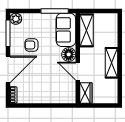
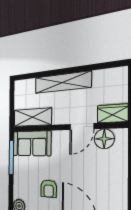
floor lamp: (69, 54) -> (104, 139), moved
shelving: (111, 63) -> (62, 82), width x1.47

